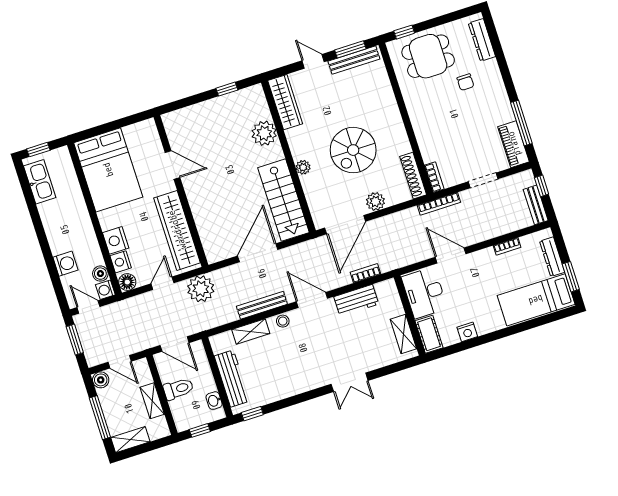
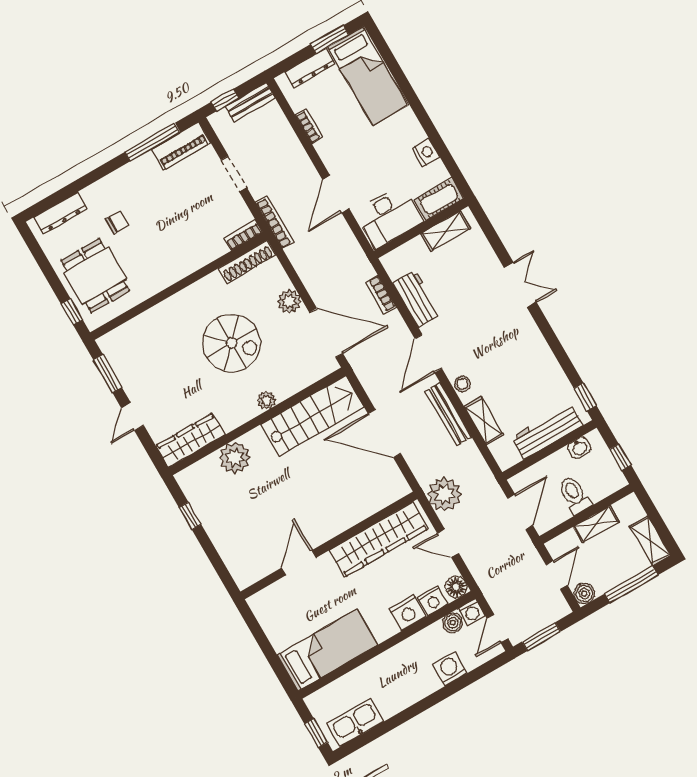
bench: (354, 60) -> (120, 366), removed
bed: (108, 170) -> (327, 650), width x0.67

